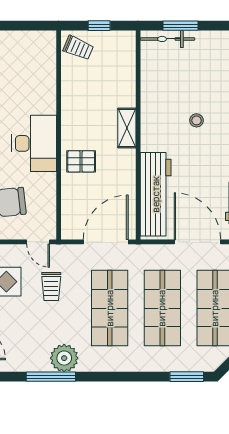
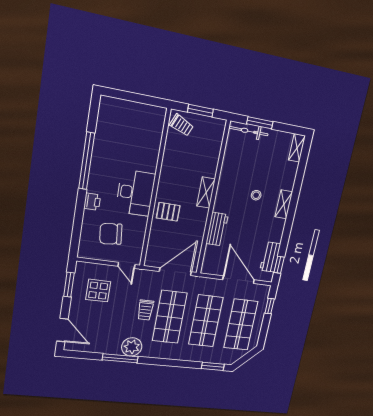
window: (99, 26) -> (200, 111), width x1.50
workbench: (156, 194) -> (217, 229), width x0.53, depth x0.76
trolley: (51, 287) -> (145, 310), moved

